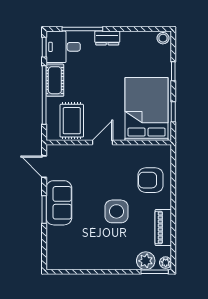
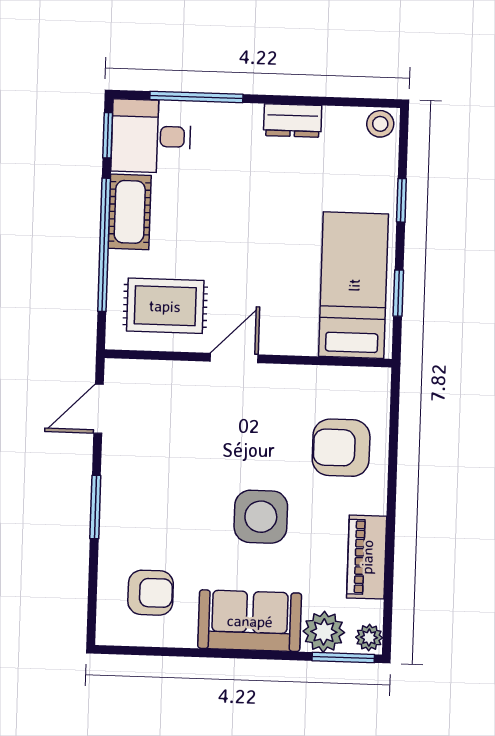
dresser: (107, 38) -> (293, 121), moved
bed: (147, 109) -> (354, 285), width x0.67
rug: (72, 121) -> (165, 306), turned 90
door: (44, 167) -> (99, 409), hinge flipped
sofa: (59, 203) -> (250, 621), moved, turned -90
armchair: (69, 246) -> (151, 593), added

